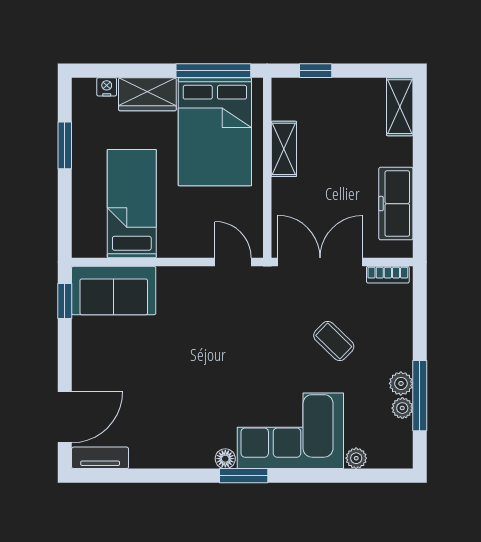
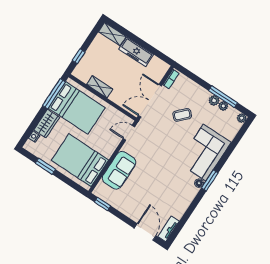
bed: (132, 204) -> (80, 160), width x1.50
freezer: (396, 204) -> (136, 52), moved
sofa: (114, 291) -> (119, 170), moved
plant: (356, 458) -> (242, 118), moved

